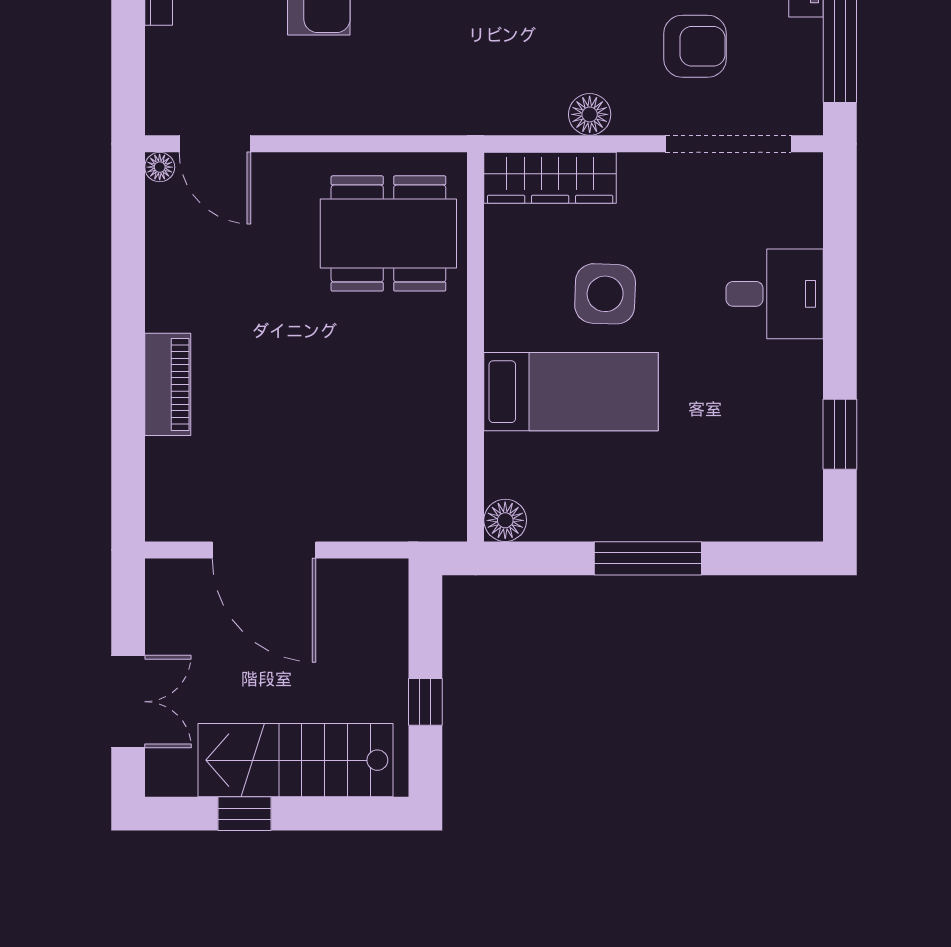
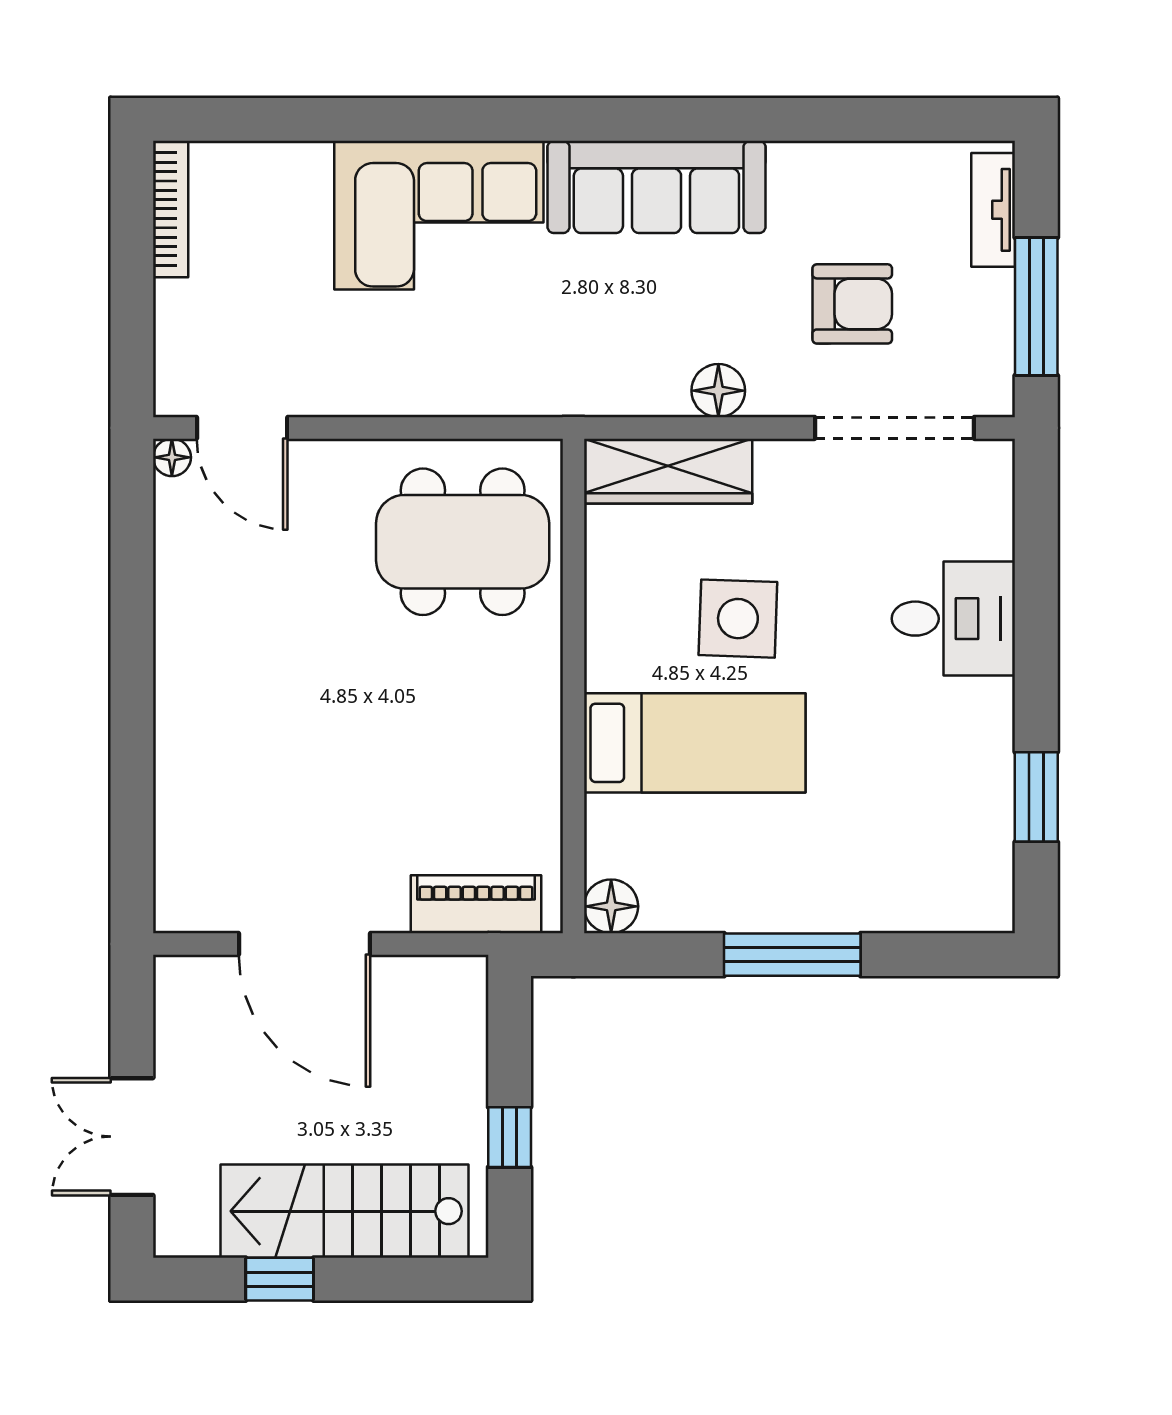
piano: (168, 384) -> (476, 904), moved, turned -90
double door: (128, 702) -> (132, 1137), swing flipped

